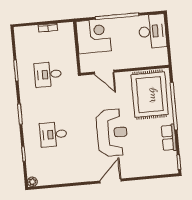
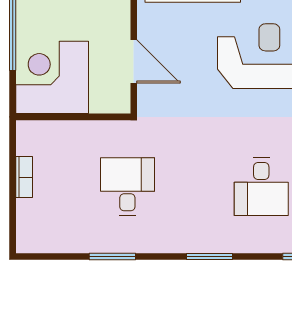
door: (104, 72) -> (134, 61), hinge flipped
desk: (48, 74) -> (127, 187), turned 180

